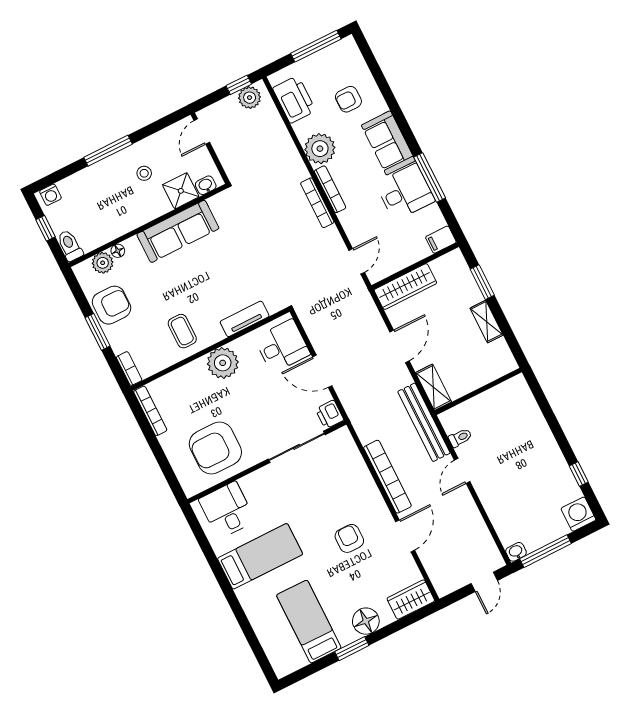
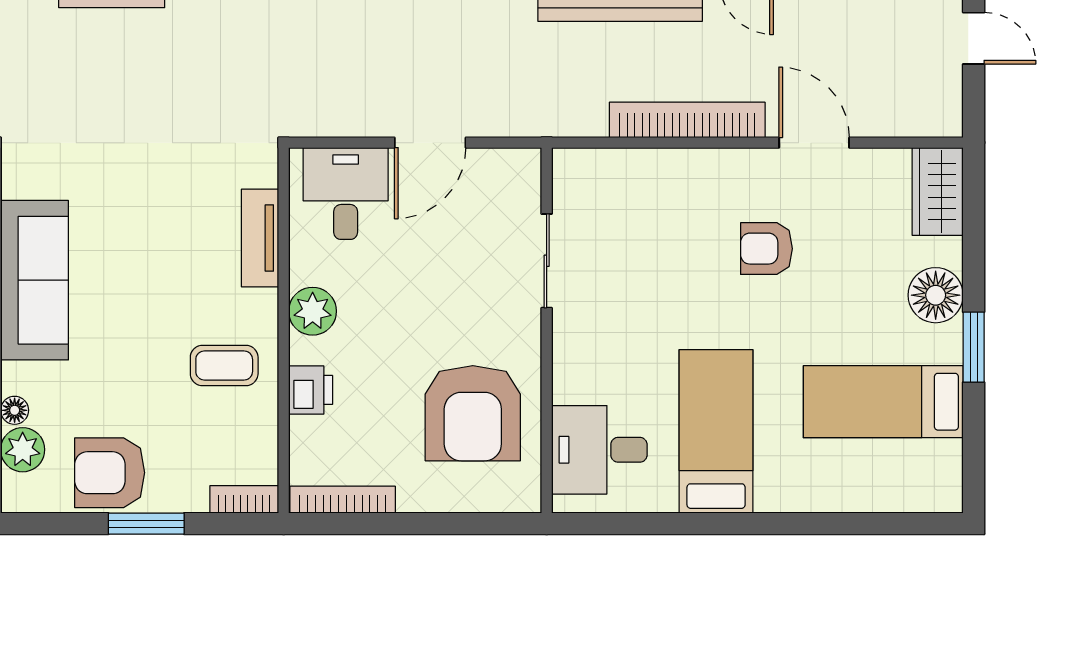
armchair: (112, 305) -> (110, 473), turned -90
plant: (223, 363) -> (313, 311), width x0.73, depth x0.73
printer: (330, 415) -> (311, 390), moved, turned -90
sliding door: (297, 447) -> (547, 261), width x0.73

